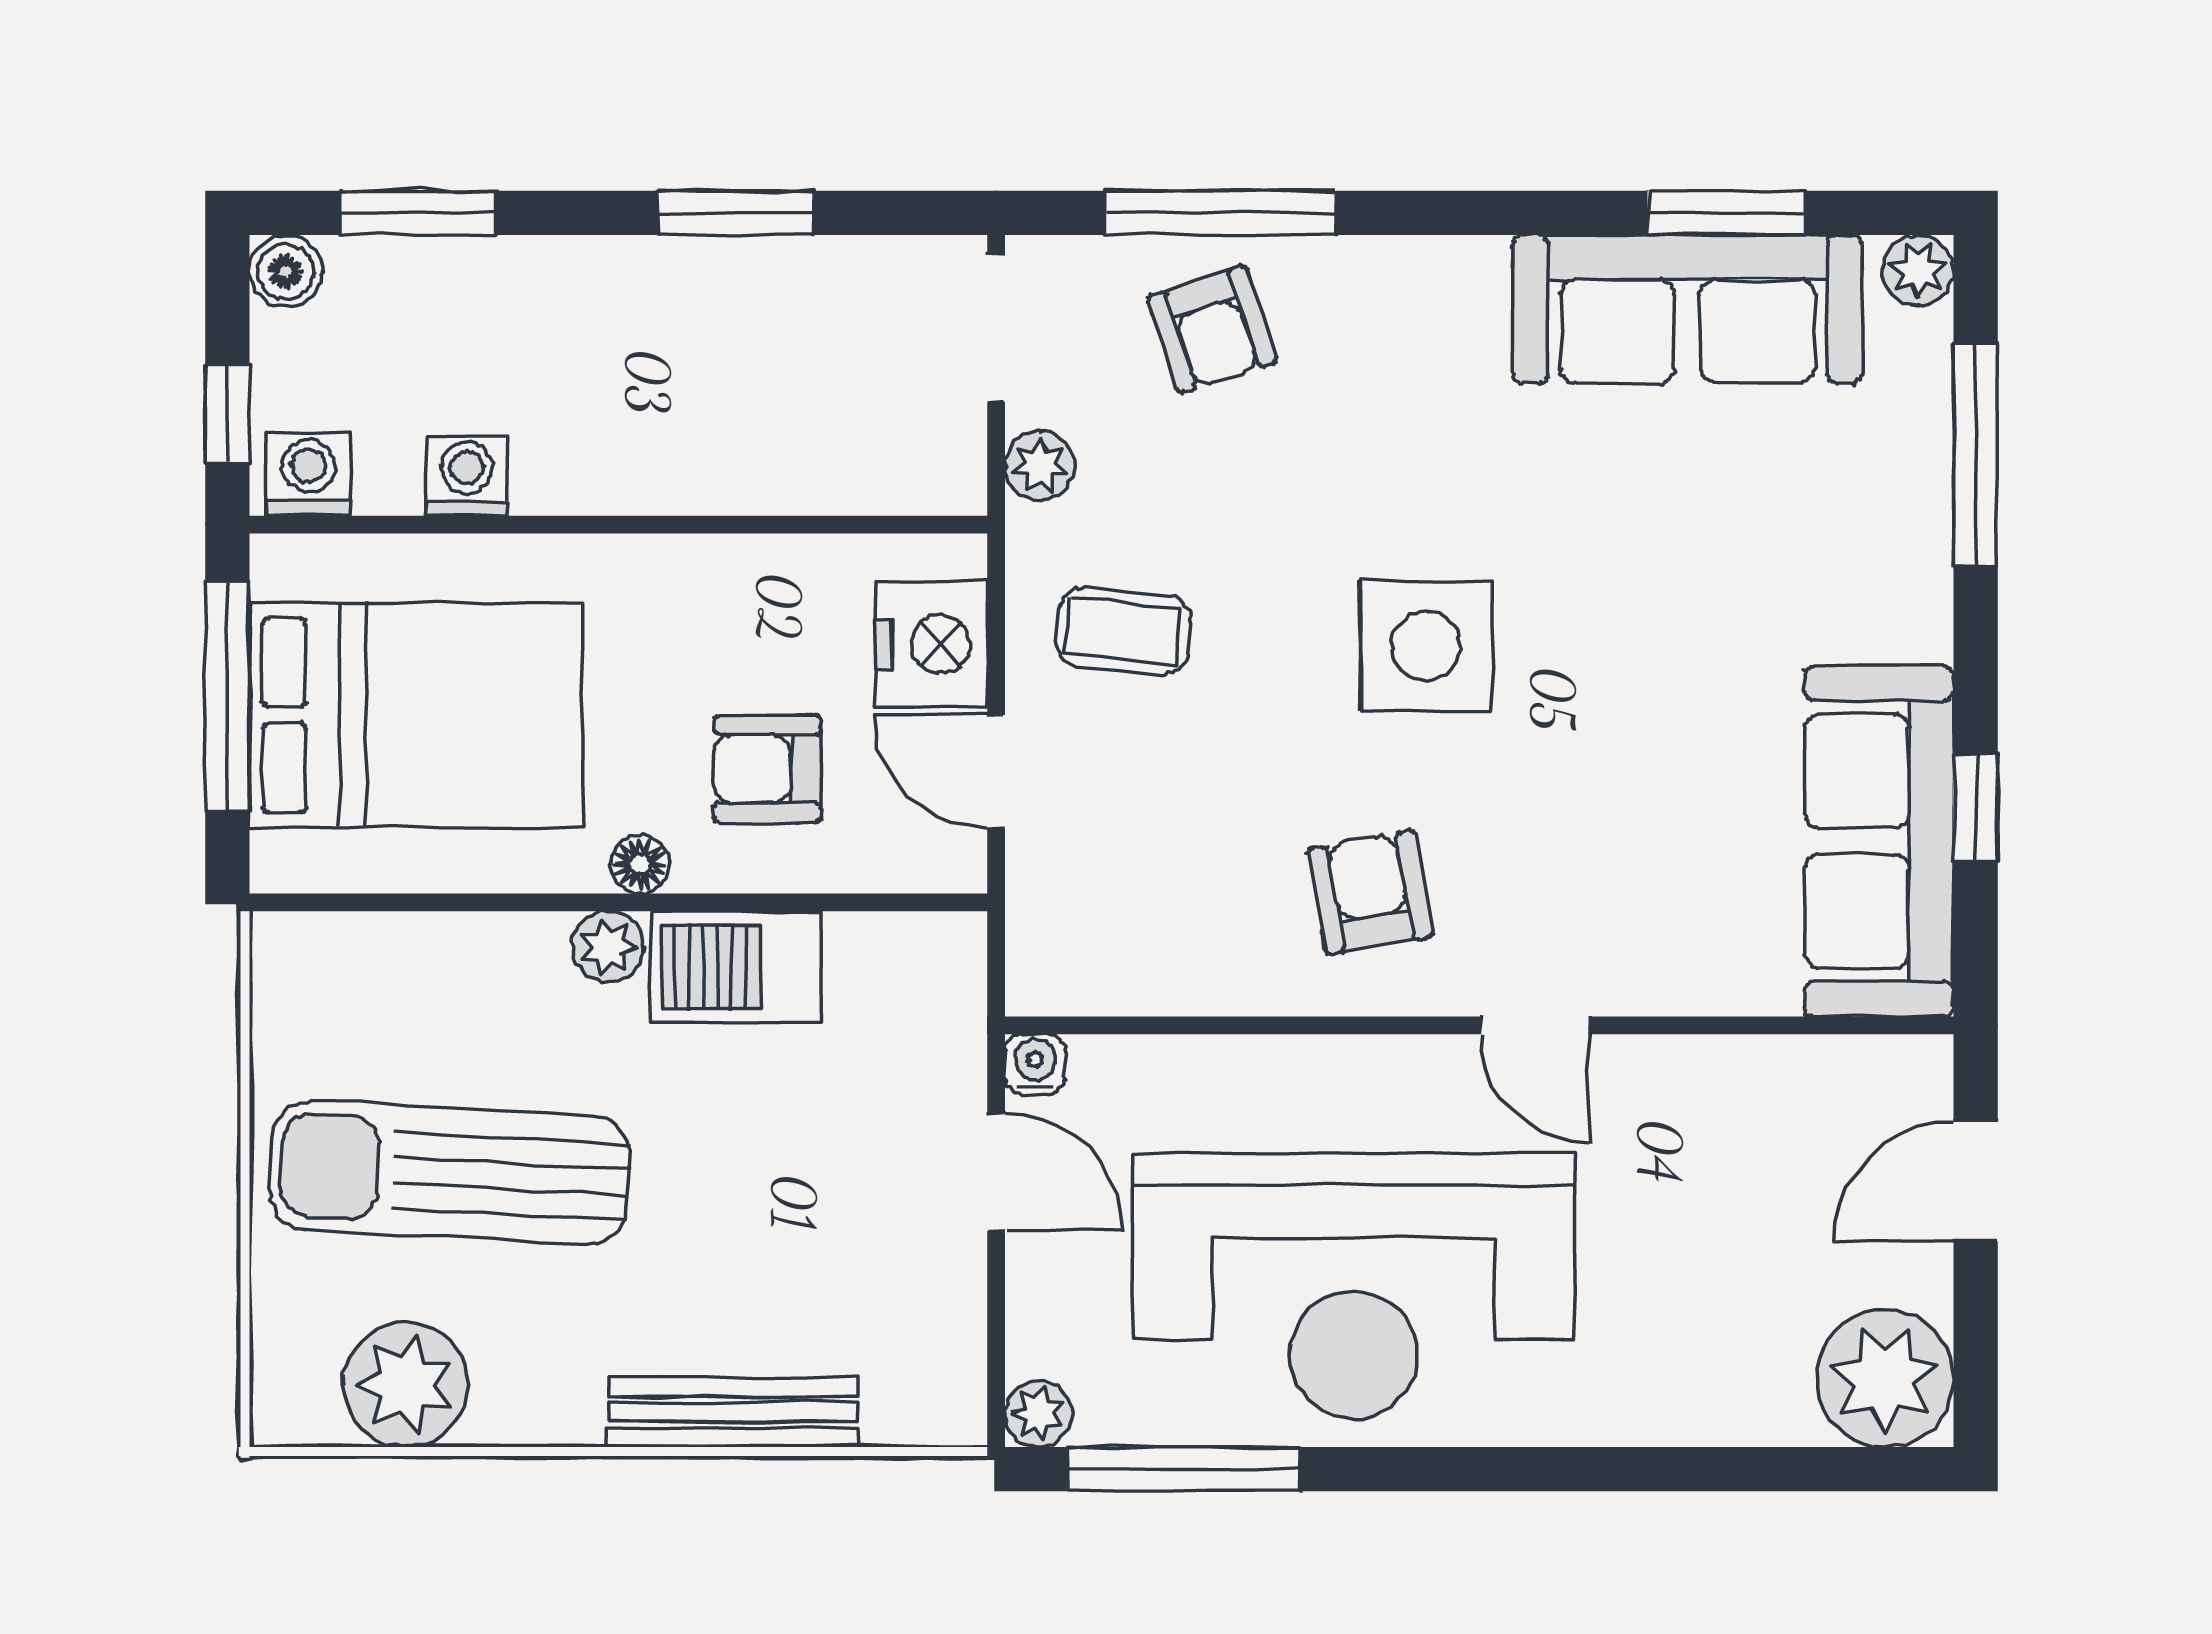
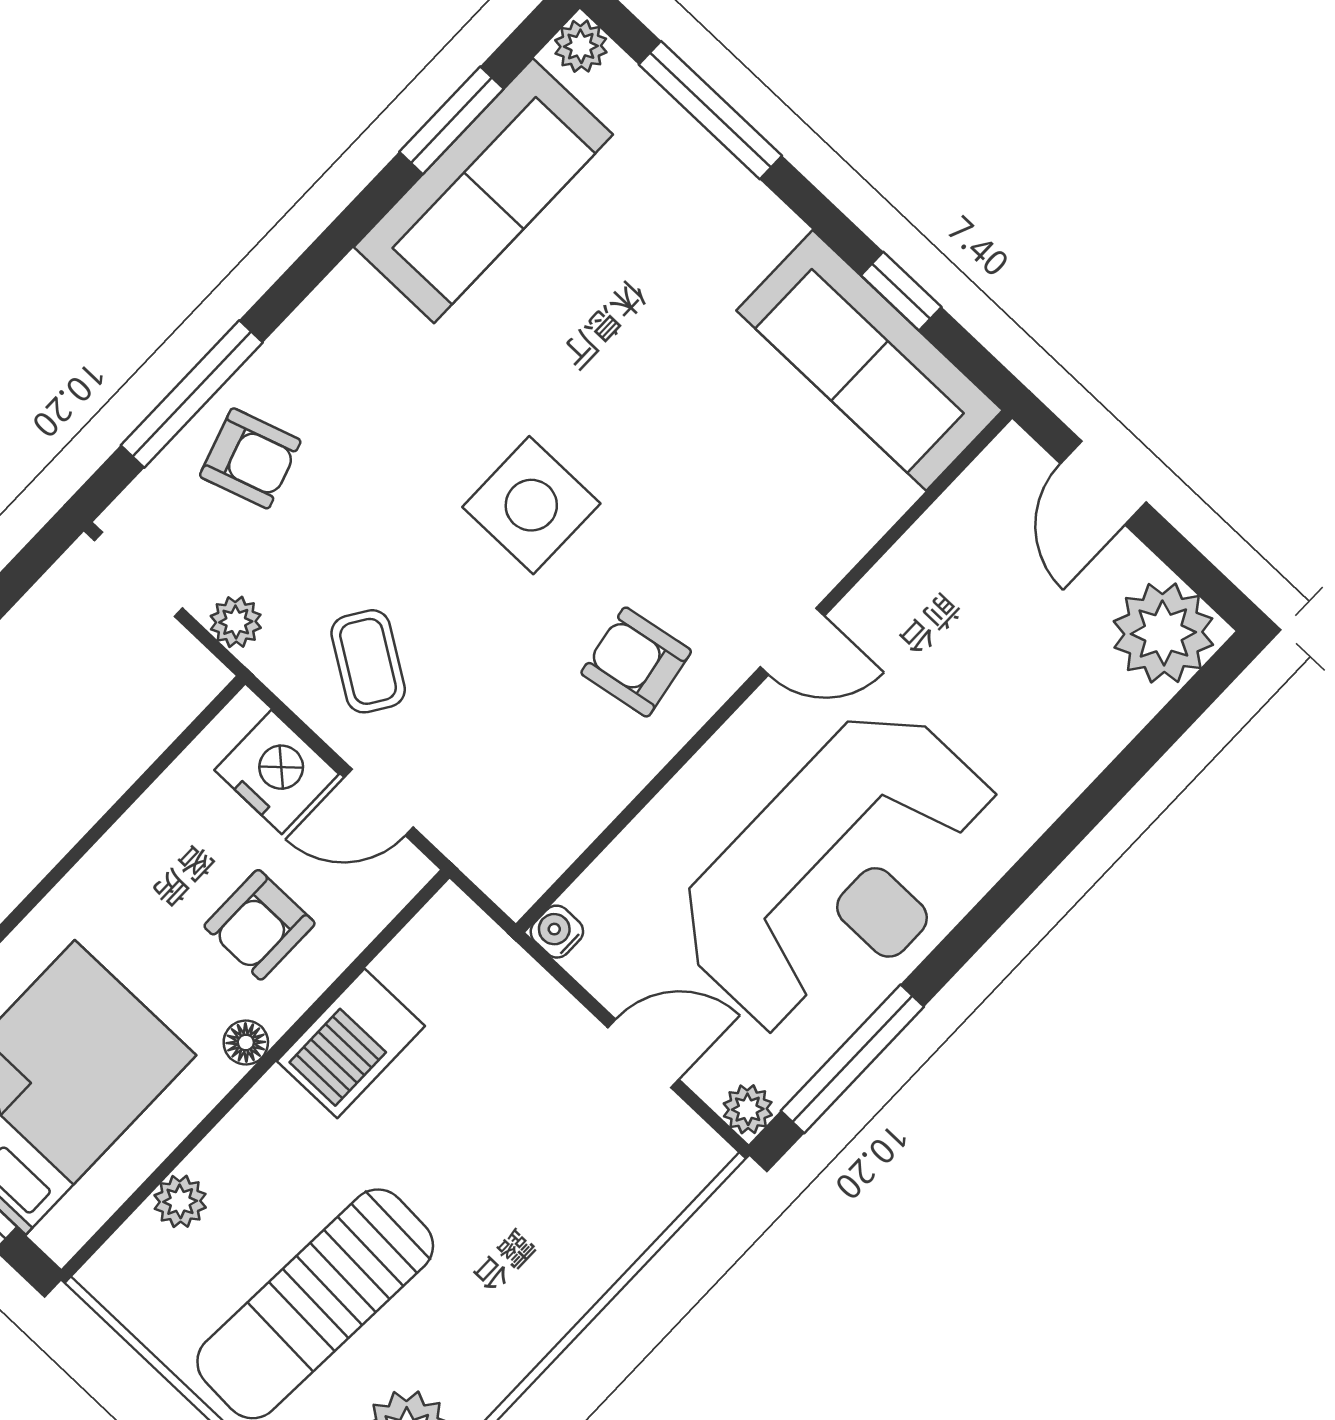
coffee table: (1123, 631) -> (368, 661), turned -63
plant: (608, 947) -> (180, 1201), moved
door: (996, 1172) -> (643, 1054), moved
bench: (733, 1412) -> (590, 1274), removed

